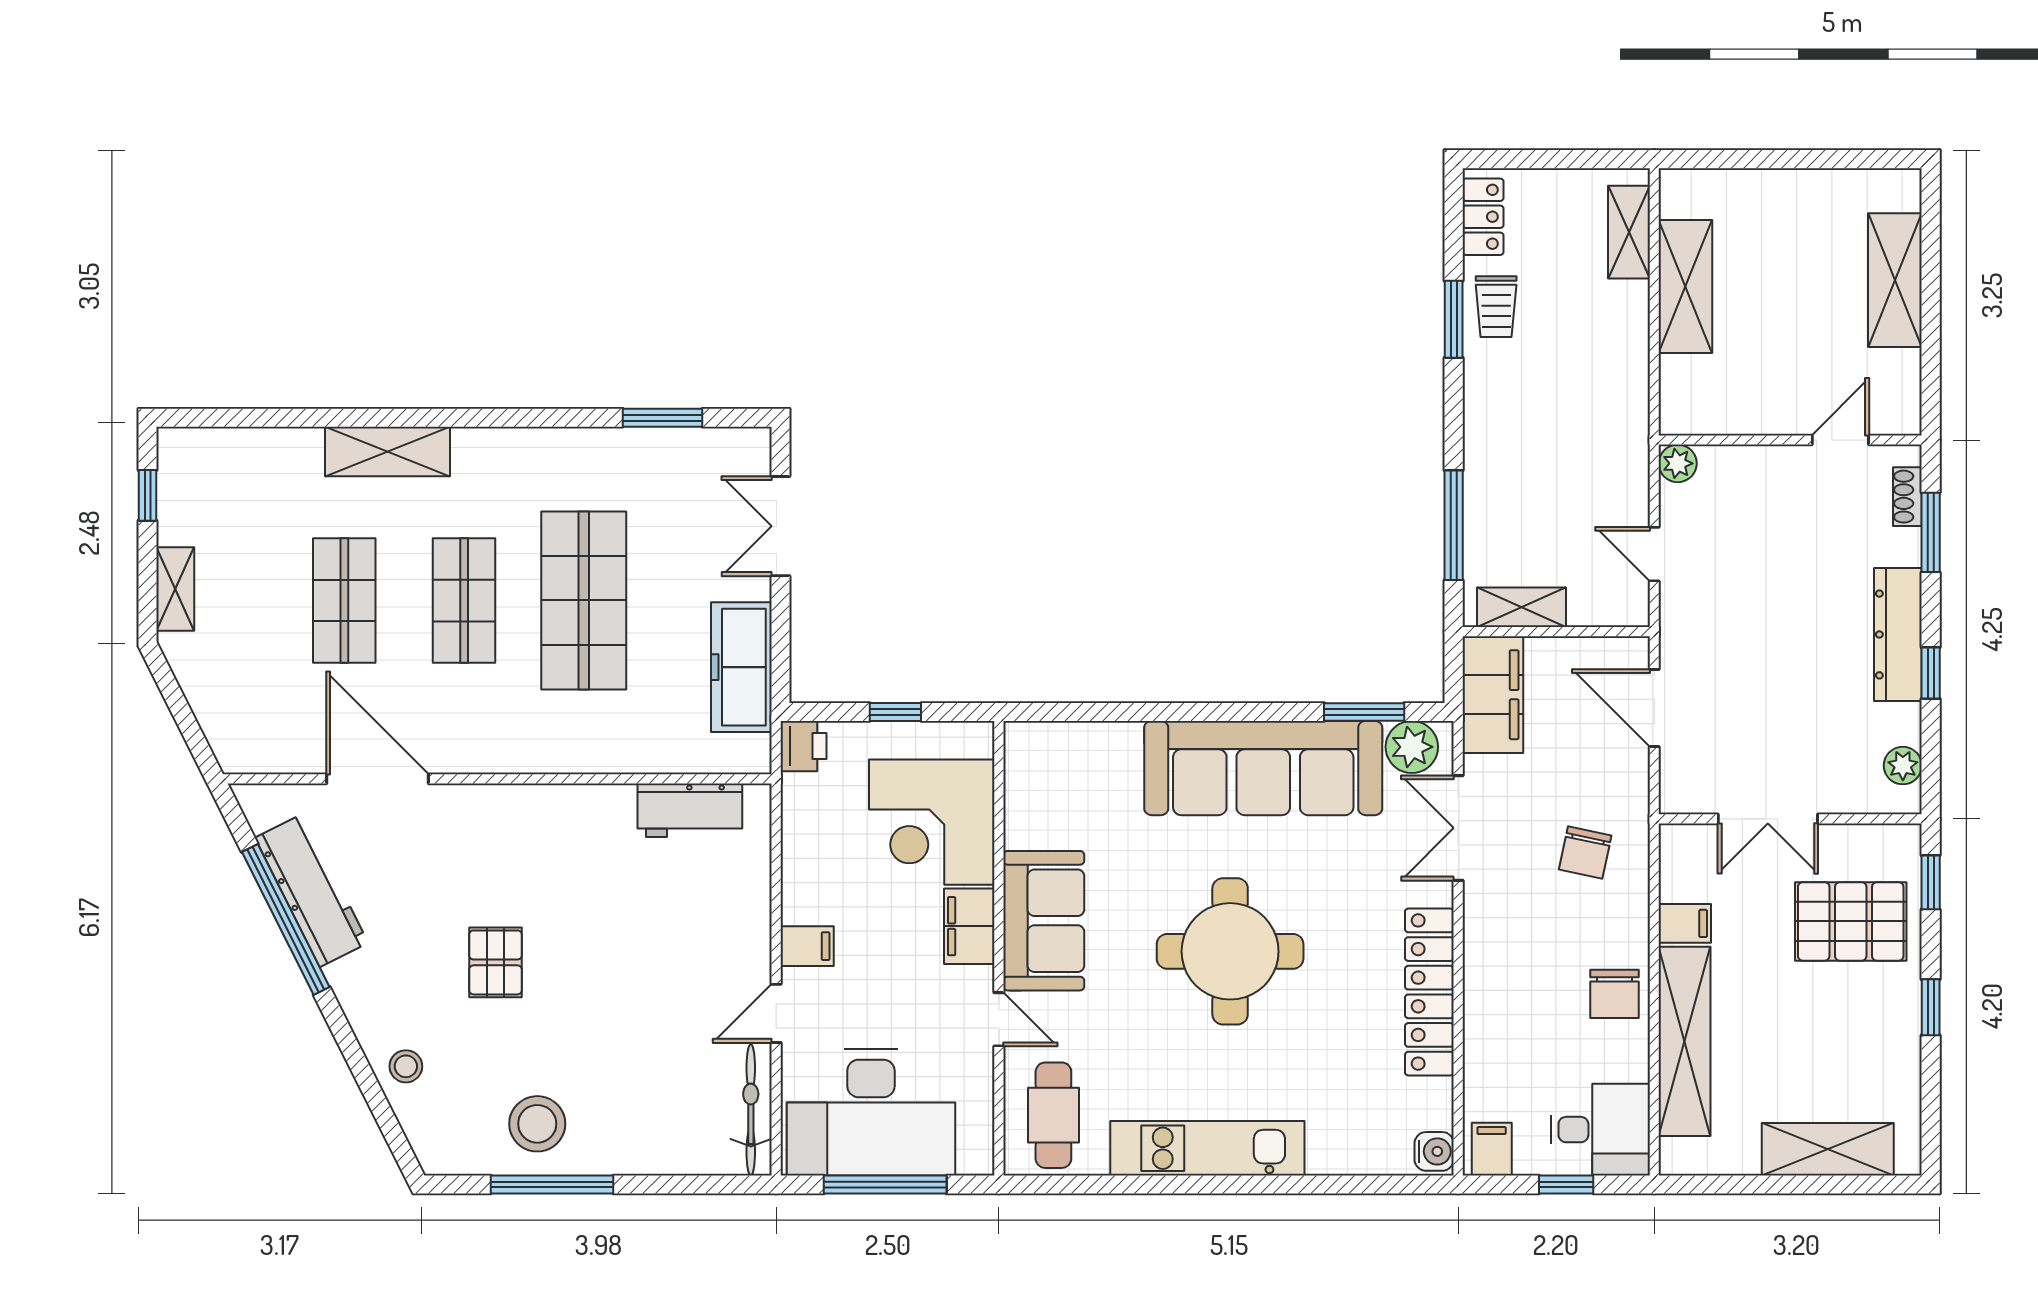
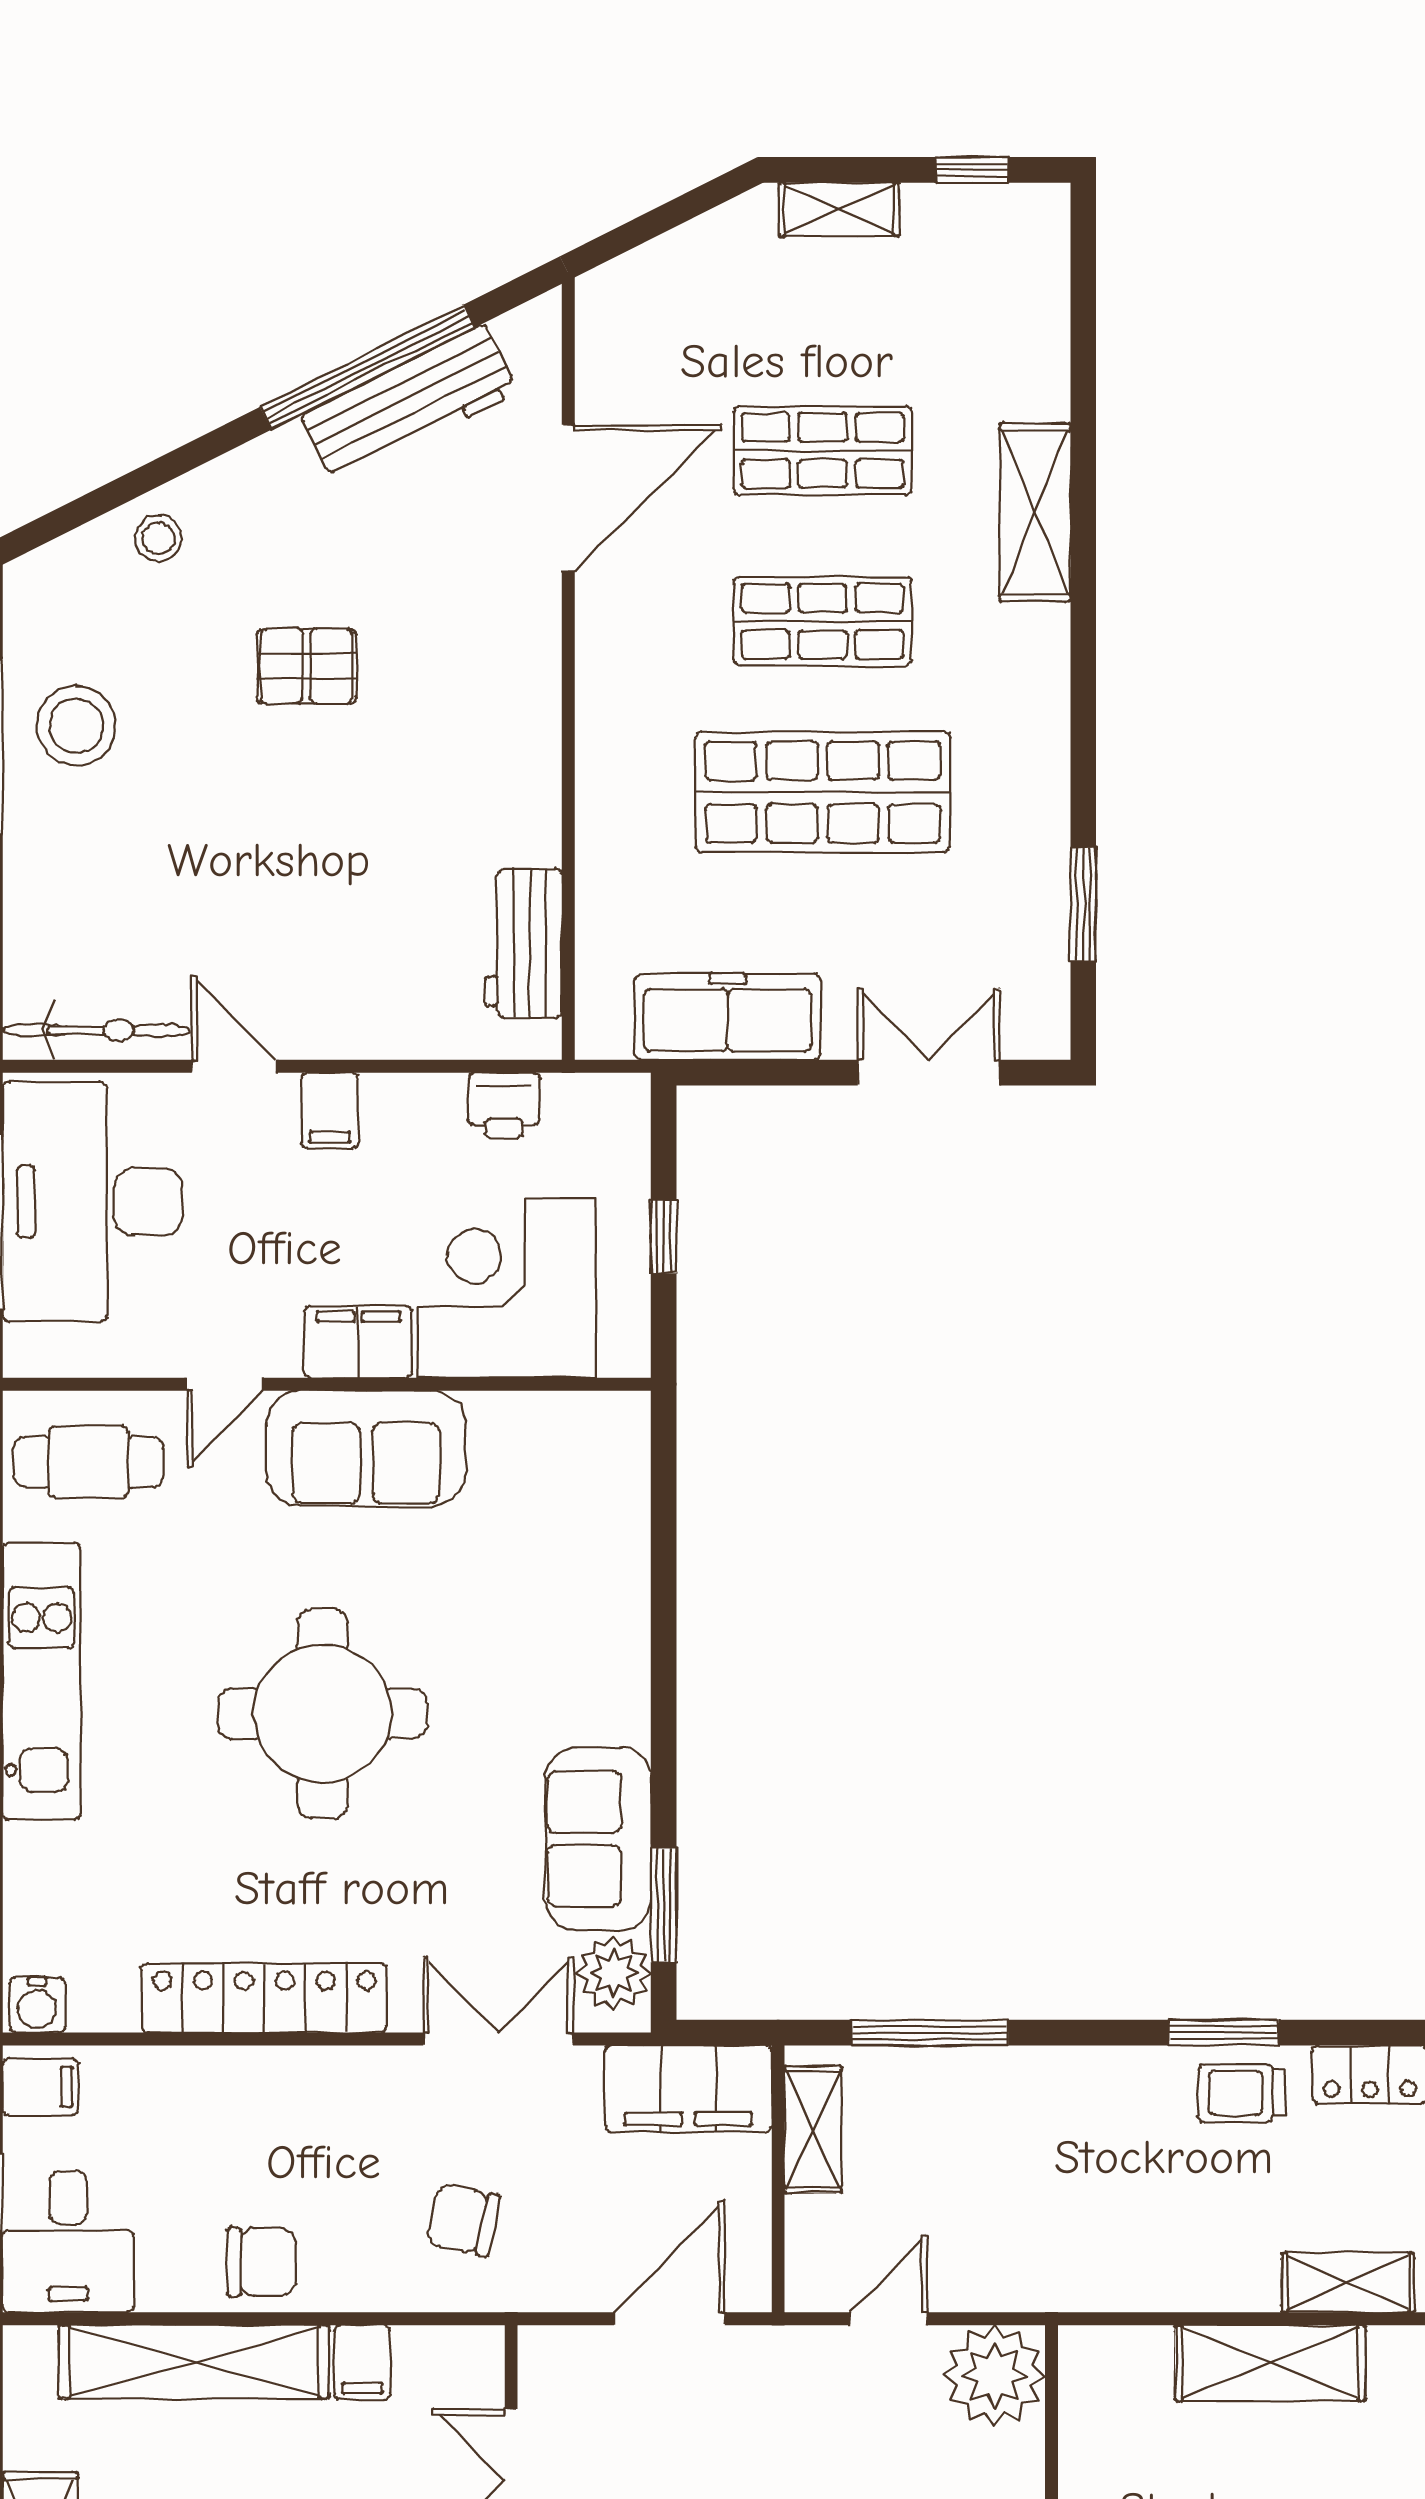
plant: (1678, 463) -> (995, 2376), width x1.88, depth x1.88
printer: (803, 746) -> (504, 1105), moved
sofa: (1263, 768) -> (598, 1839), width x0.54, depth x0.79
chair: (1614, 994) -> (262, 2262), turned 180

